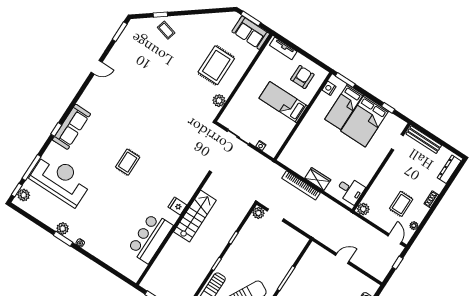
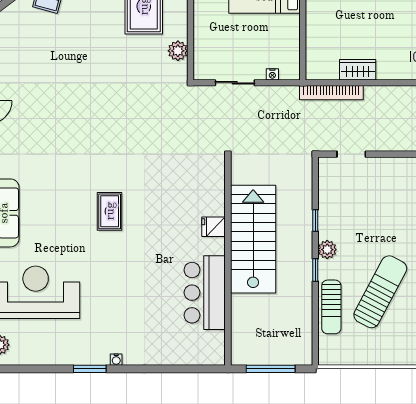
wardrobe: (318, 179) -> (358, 70), moved
bookcase: (301, 185) -> (331, 93), moved
plant: (258, 213) -> (327, 250), moved
stairs: (195, 216) -> (253, 239), width x1.36, depth x1.51
plant: (63, 229) -> (80, 356), removed

